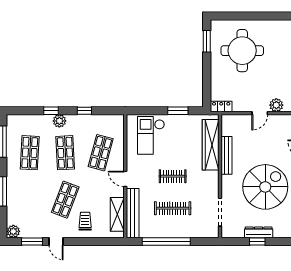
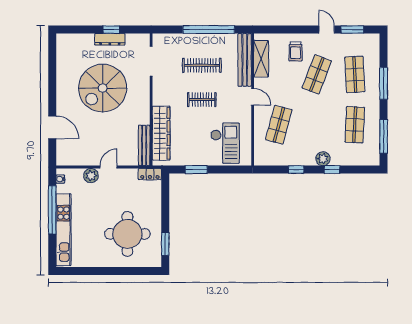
shop shelf: (65, 153) -> (355, 74), moved
bench: (227, 155) -> (144, 145), moved
plant: (13, 231) -> (372, 40), removed

